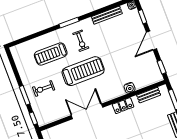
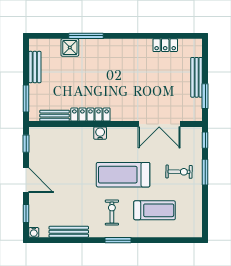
door: (152, 41) -> (26, 180), hinge flipped
water cooler: (130, 88) -> (100, 133), moved
locker: (123, 106) -> (90, 115), width x1.53
double door: (87, 111) -> (159, 124), moved

